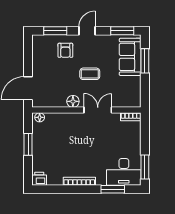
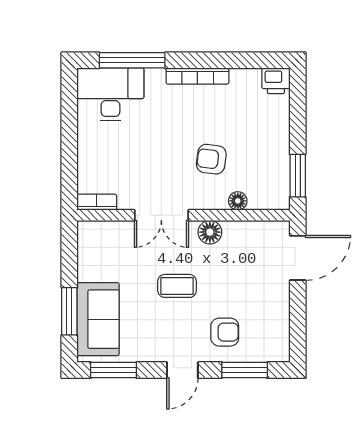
armchair: (65, 50) -> (225, 332), turned 90
floor lamp: (40, 117) -> (238, 201), moved
armchair: (72, 139) -> (211, 159), added
window: (28, 144) -> (298, 176), moved
window: (145, 167) -> (69, 104), removed
window: (113, 189) -> (132, 60), width x1.44

